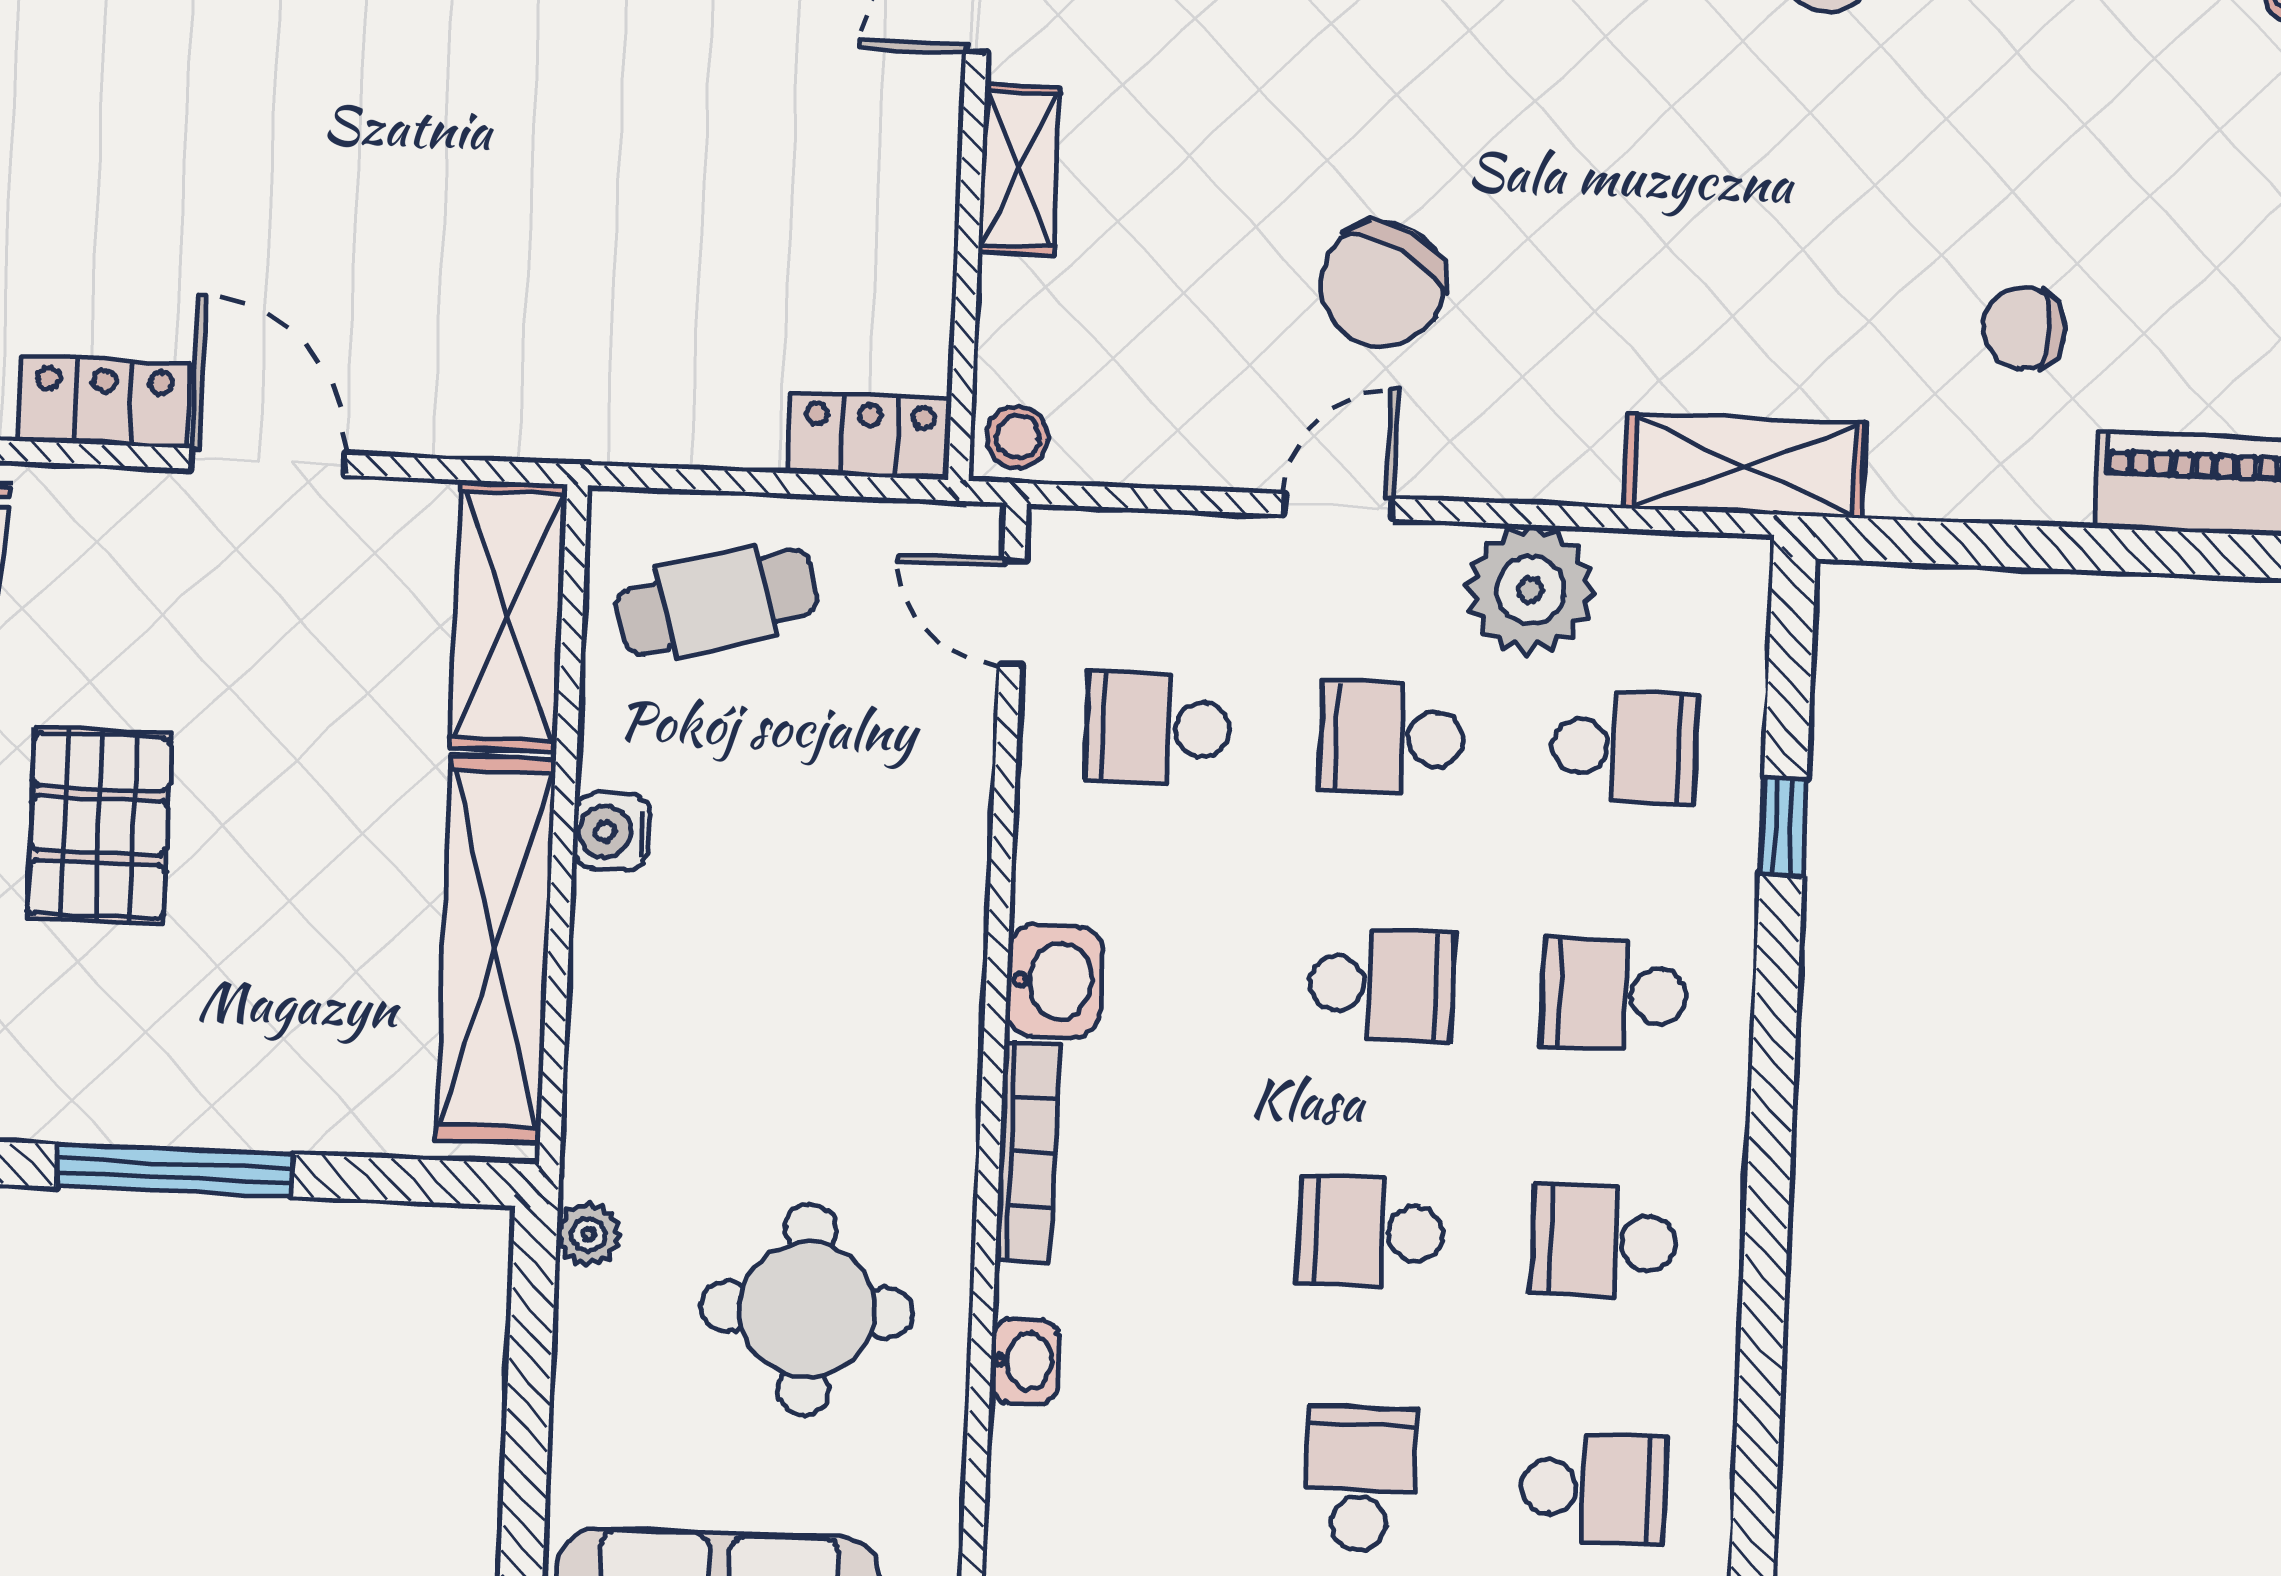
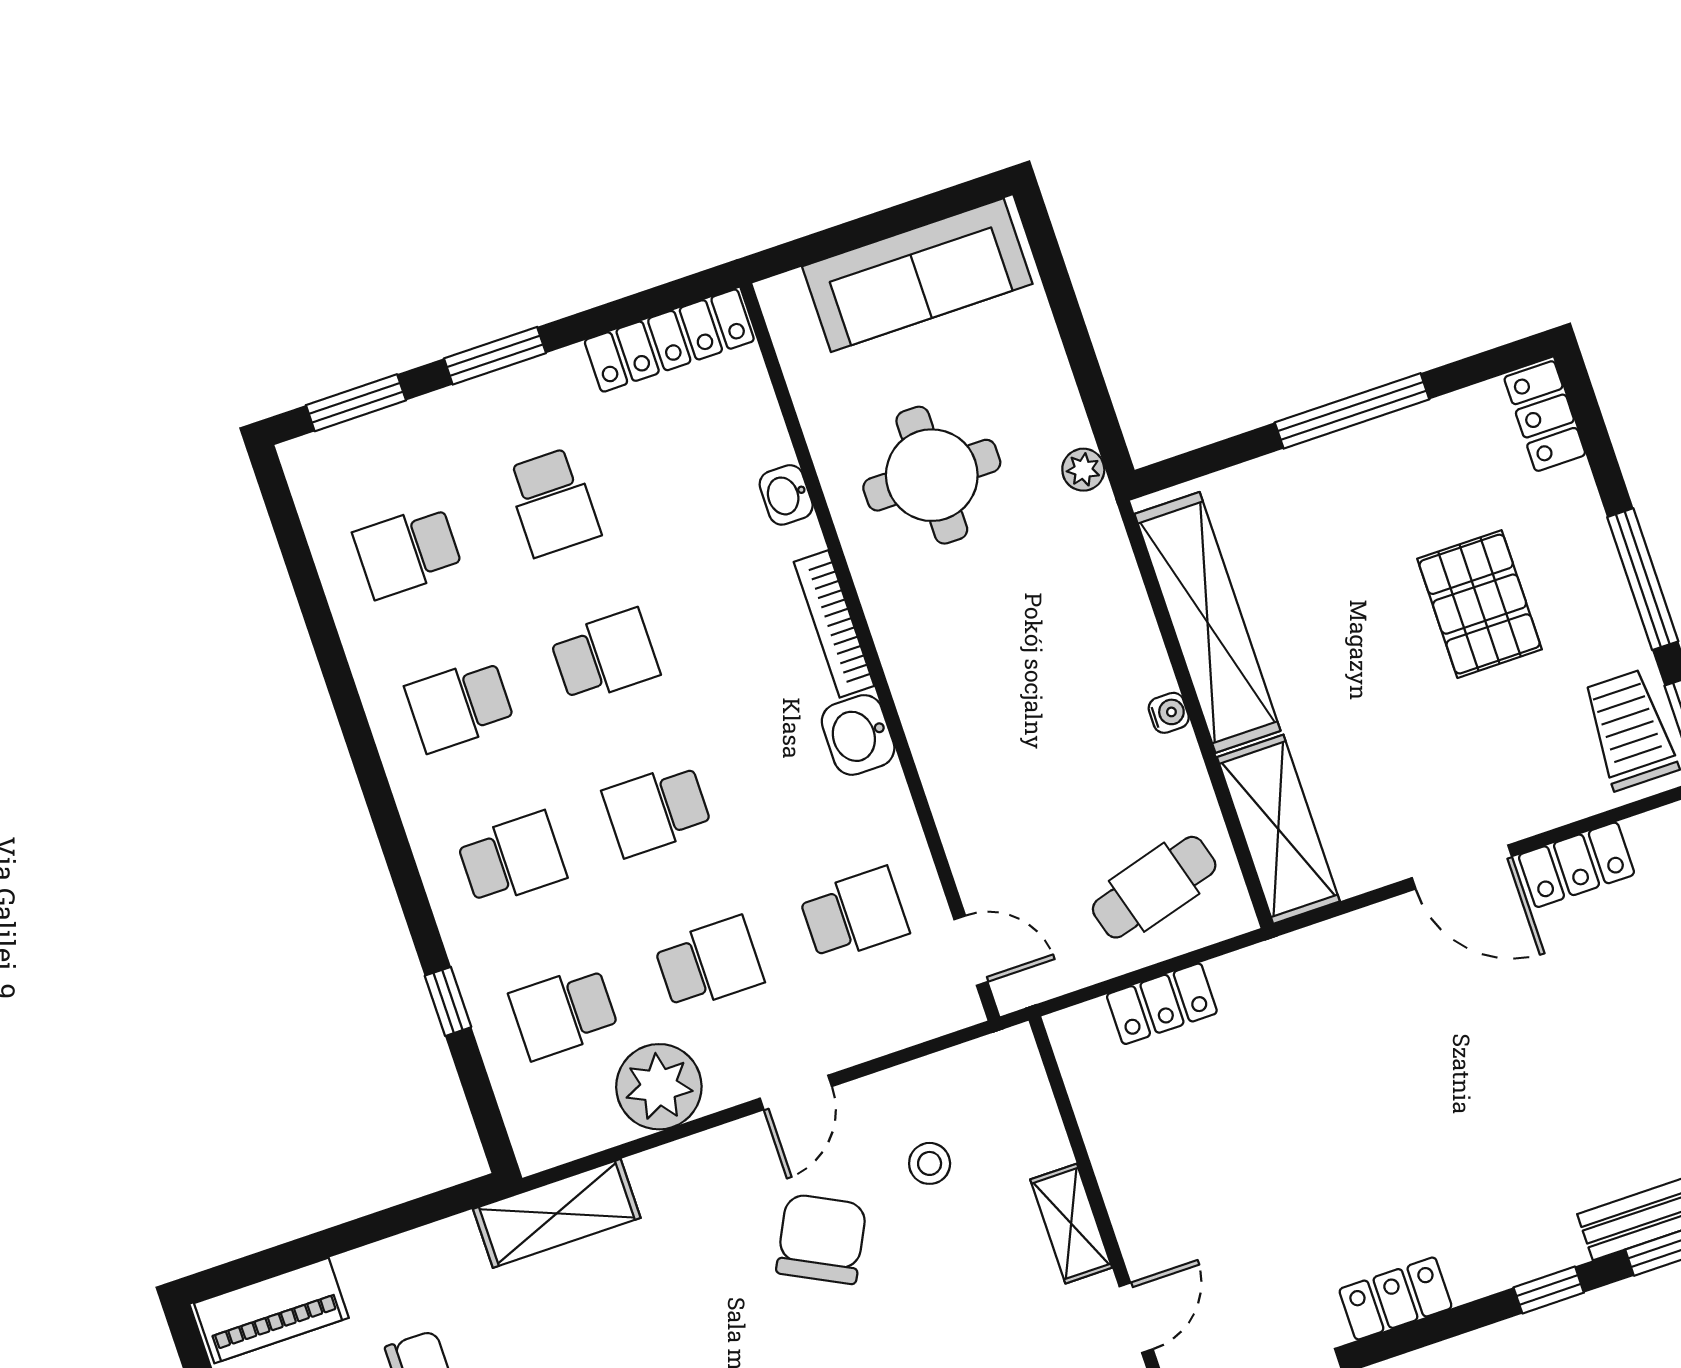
locker: (869, 436) -> (1162, 1004), moved
stool: (1018, 437) -> (930, 1163), moved
water cooler: (611, 832) -> (1169, 713), width x0.72, depth x0.72
school desk: (1604, 1242) -> (460, 705), turned 180

